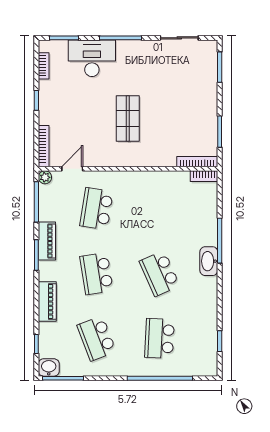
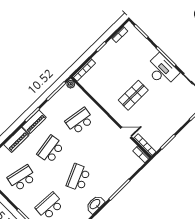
desk: (92, 58) -> (162, 70), moved
door: (72, 169) -> (126, 133), moved
piano: (47, 241) -> (34, 122), moved
washbasin: (209, 261) -> (95, 204), moved
school desk: (97, 338) -> (22, 178), turned 33

